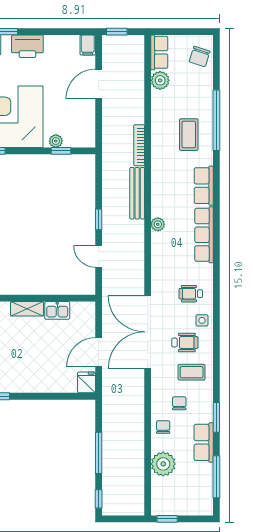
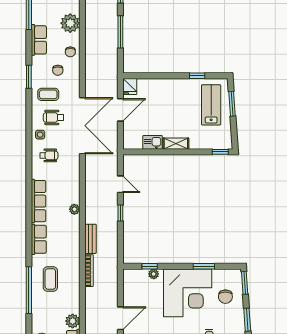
bench: (137, 193) -> (90, 239), width x0.73
window: (216, 417) -> (29, 77), moved

